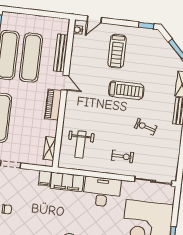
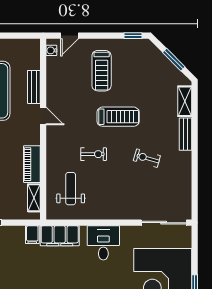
bench: (61, 53) -> (34, 87), width x0.73
piano: (53, 104) -> (32, 164), moved
weight bench: (80, 144) -> (71, 189), turned 180
exercise bike: (123, 156) -> (94, 154), moved
desk: (102, 192) -> (103, 243), width x0.73

